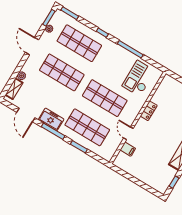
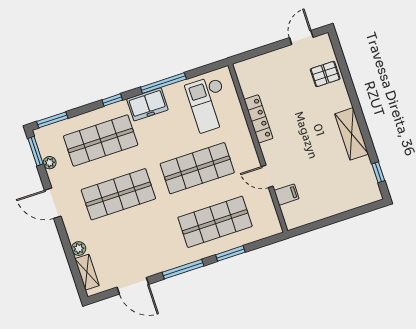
locker: (149, 111) -> (258, 119), width x1.53
freezer: (51, 119) -> (147, 104), moved, turned 180

